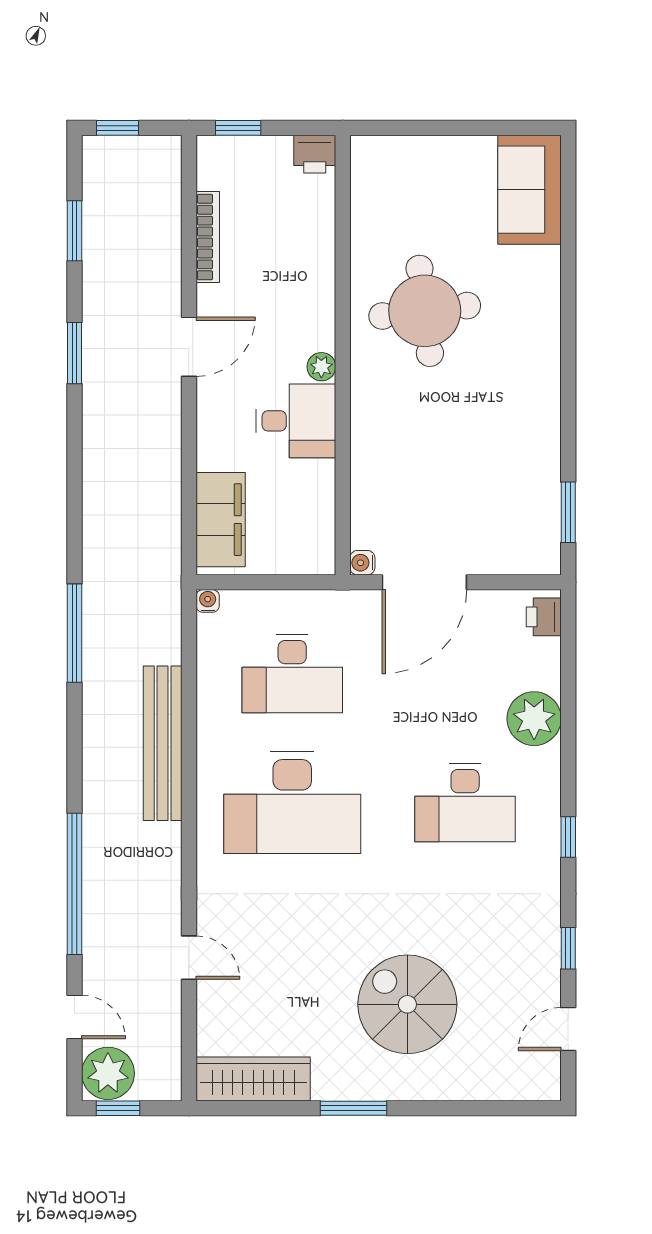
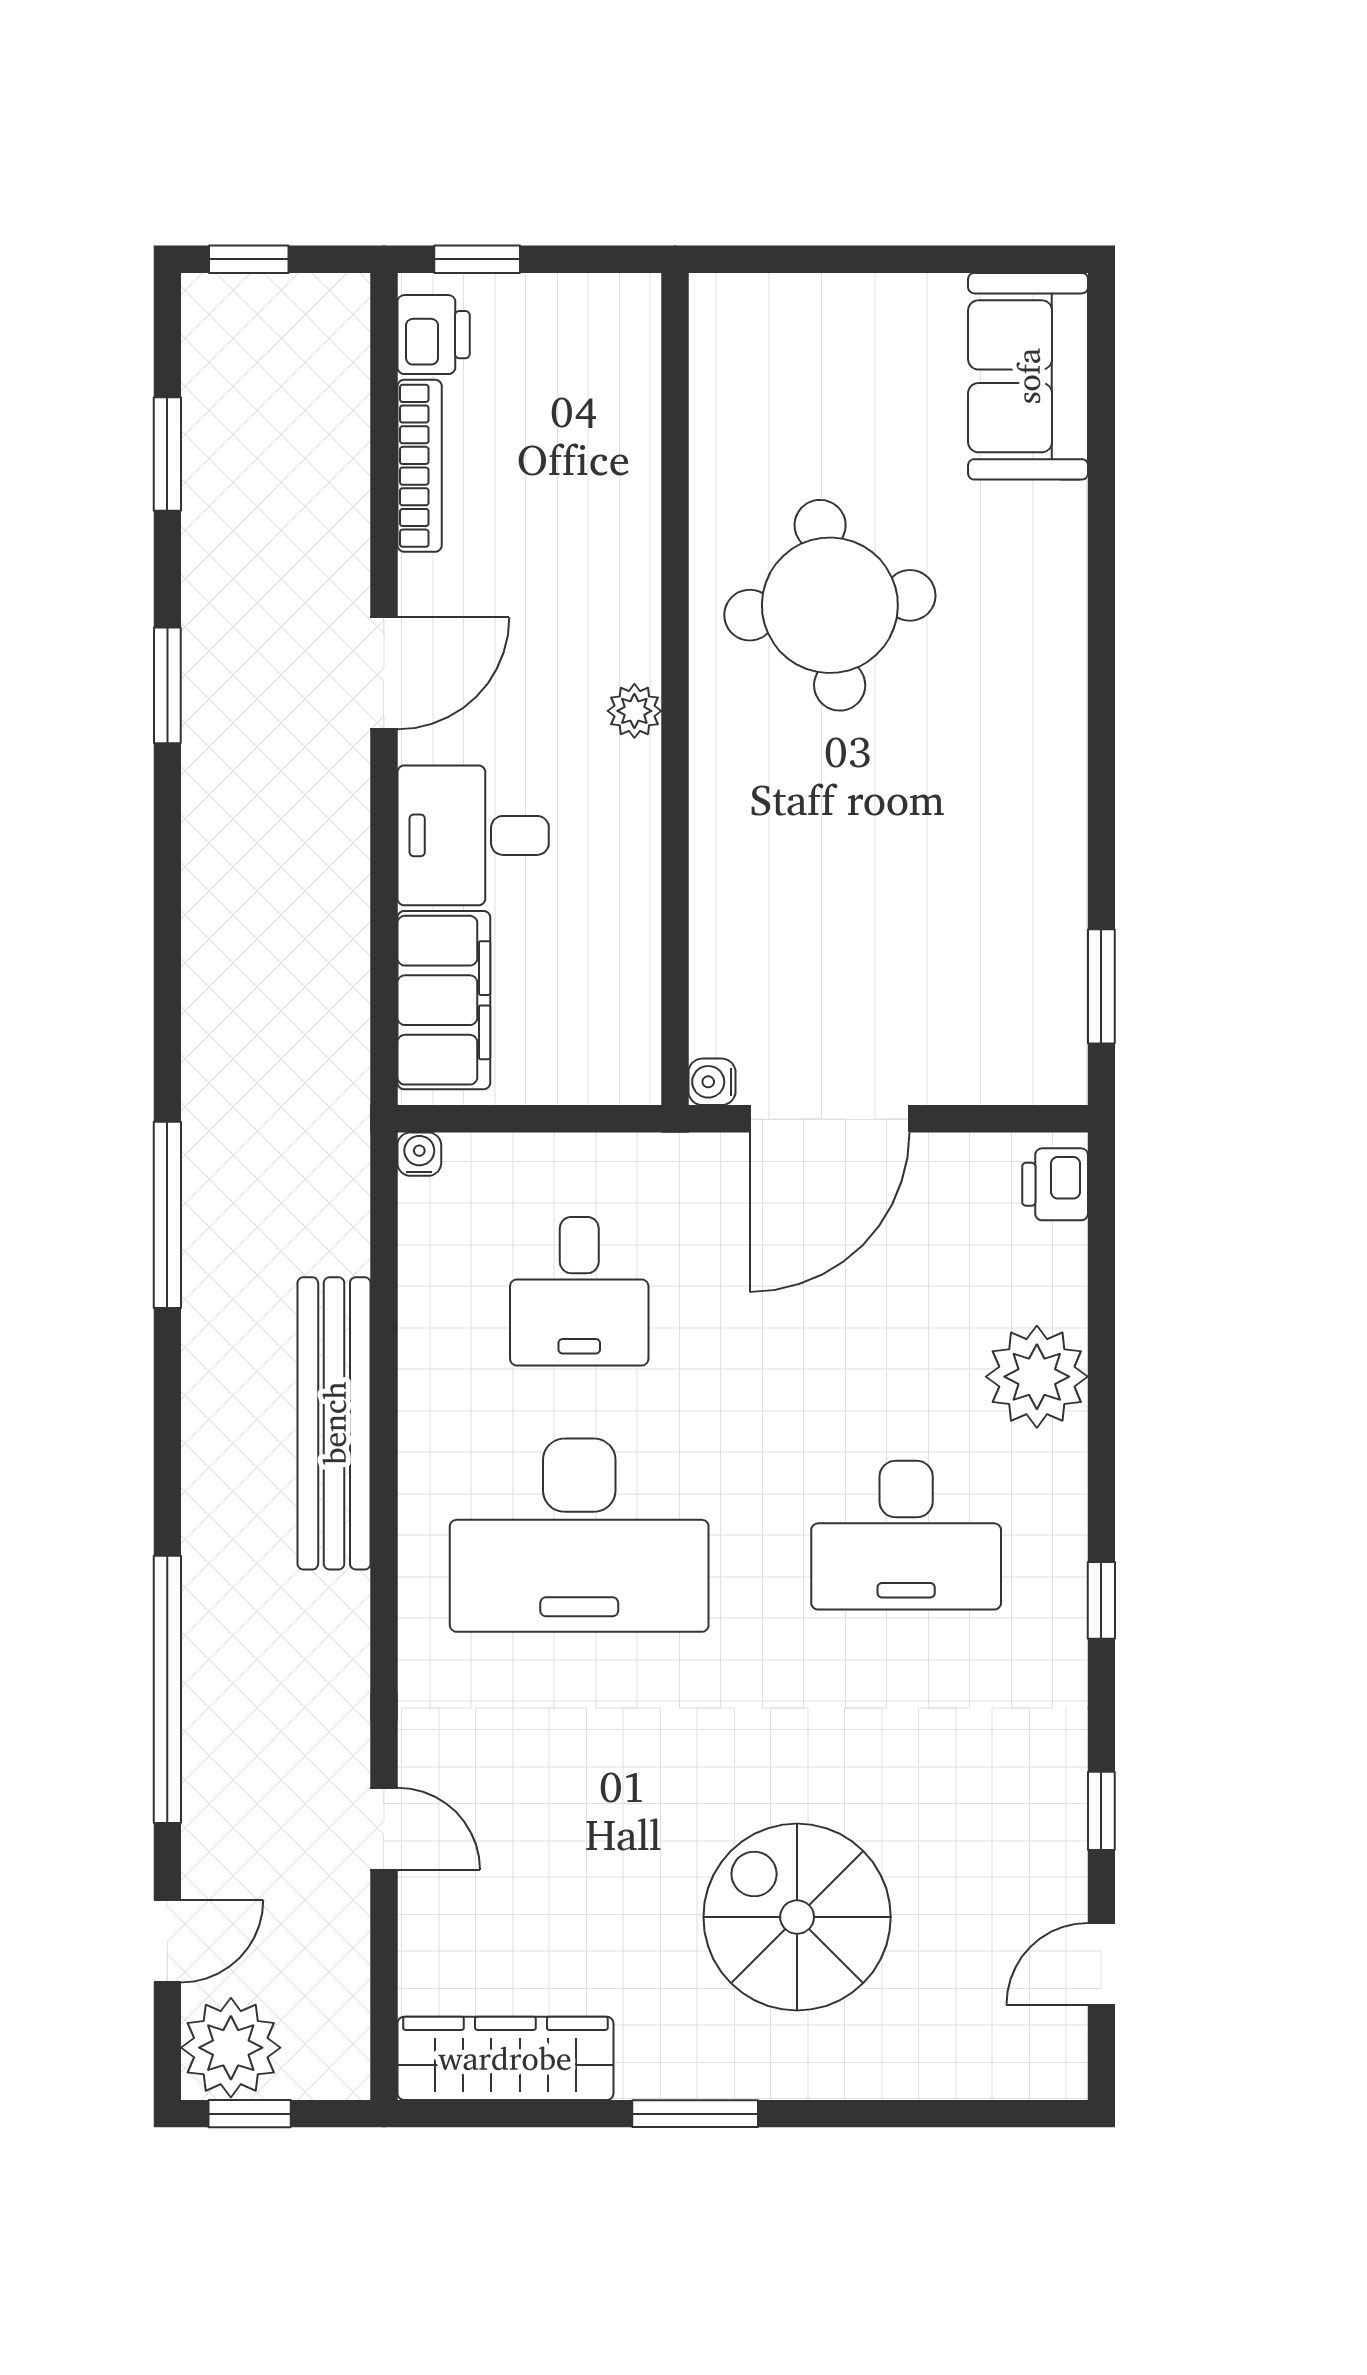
printer: (315, 154) -> (434, 335), moved, turned -90
desk: (296, 421) -> (473, 835), moved, turned 180
desk: (292, 673) -> (579, 1291), width x0.73
door: (75, 1017) -> (167, 1941), hinge flipped

